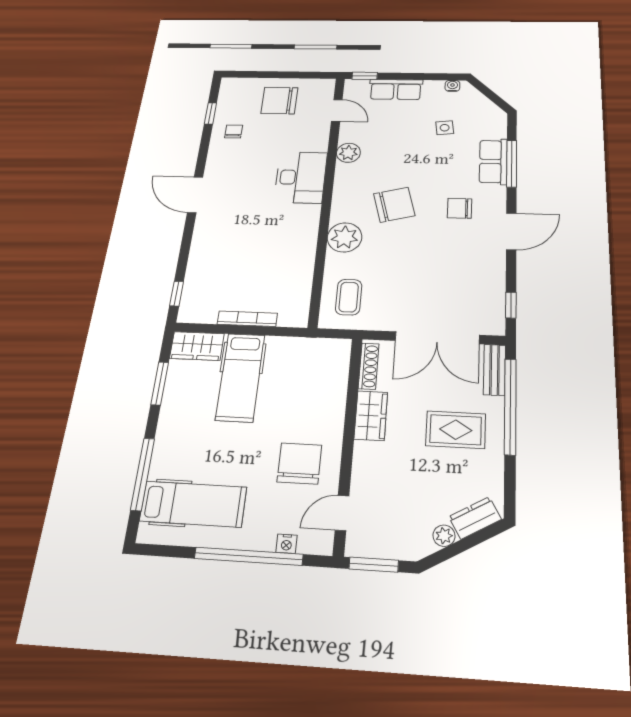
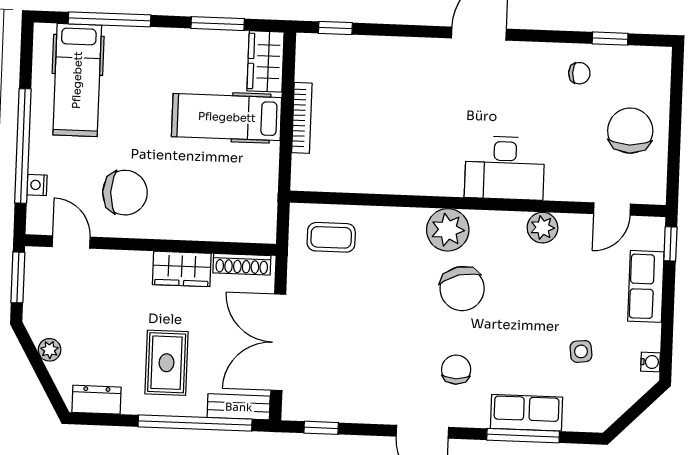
plant: (345, 237) -> (448, 230), moved
dresser: (475, 518) -> (96, 400), moved, turned -60

